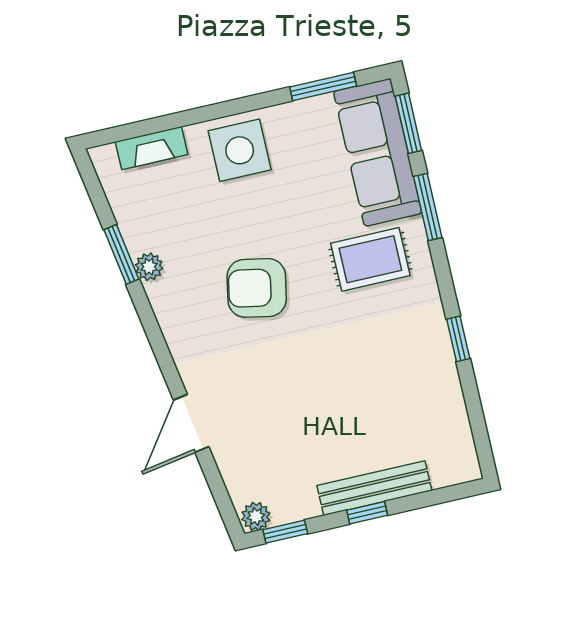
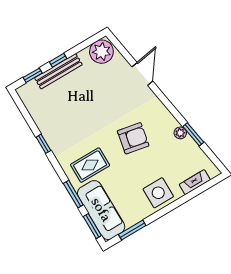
plant: (256, 516) -> (101, 52), width x1.87, depth x1.87
window: (285, 532) -> (33, 75), moved

